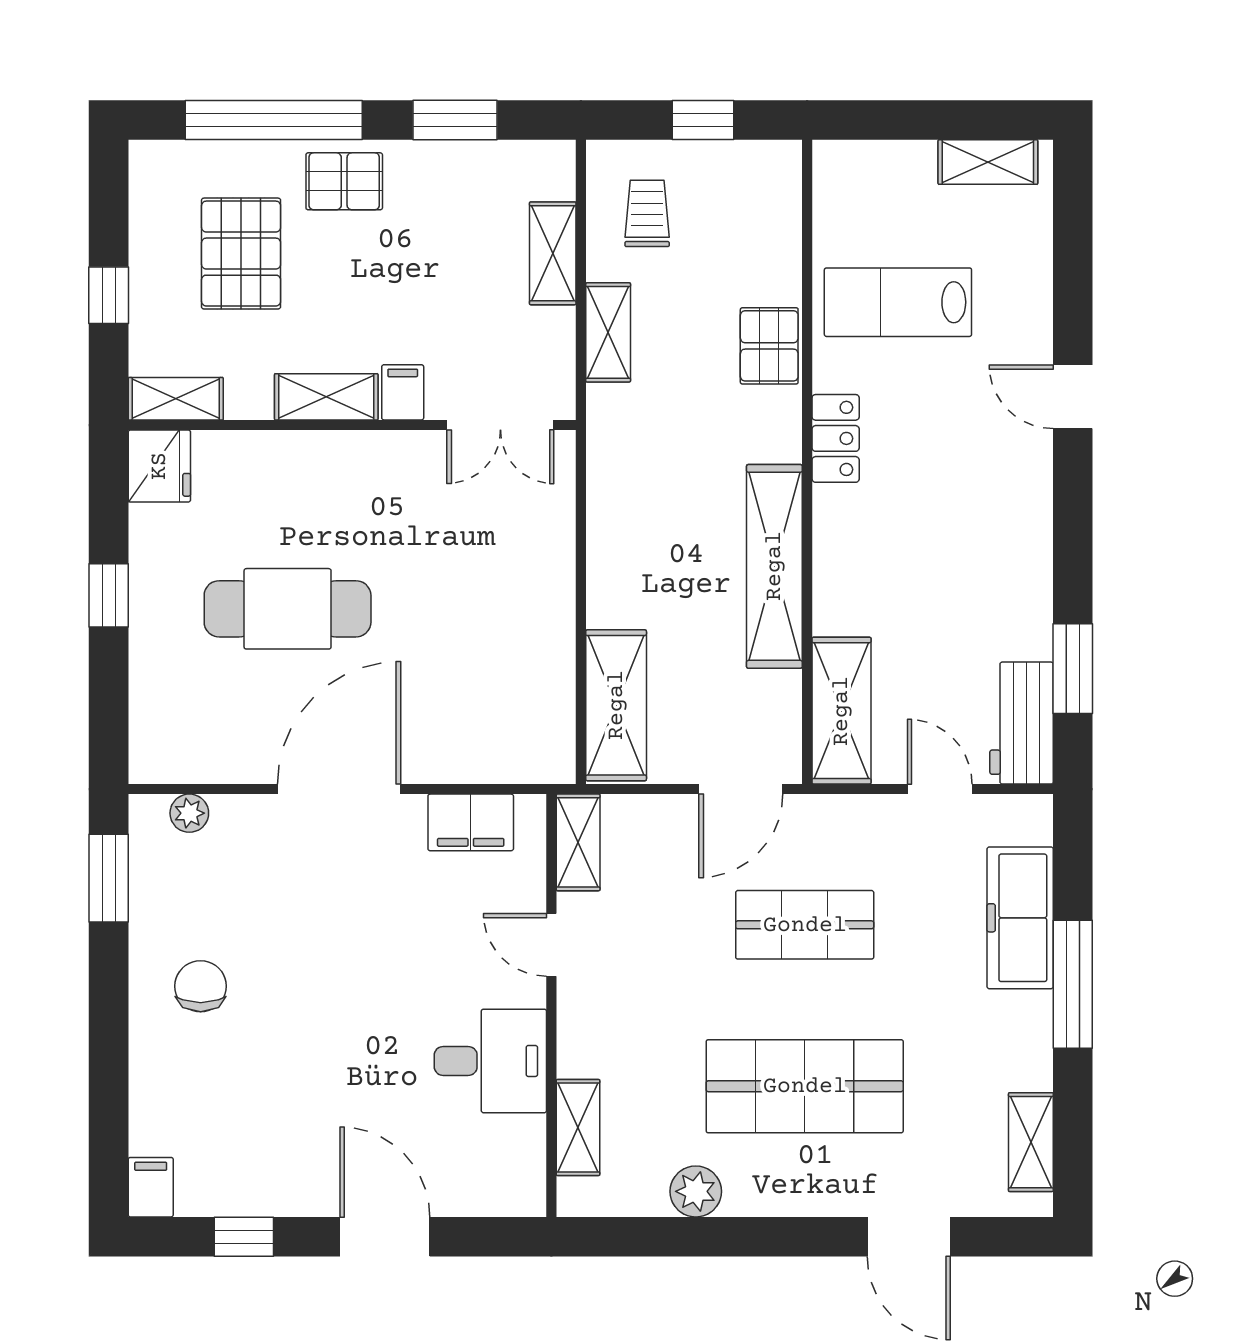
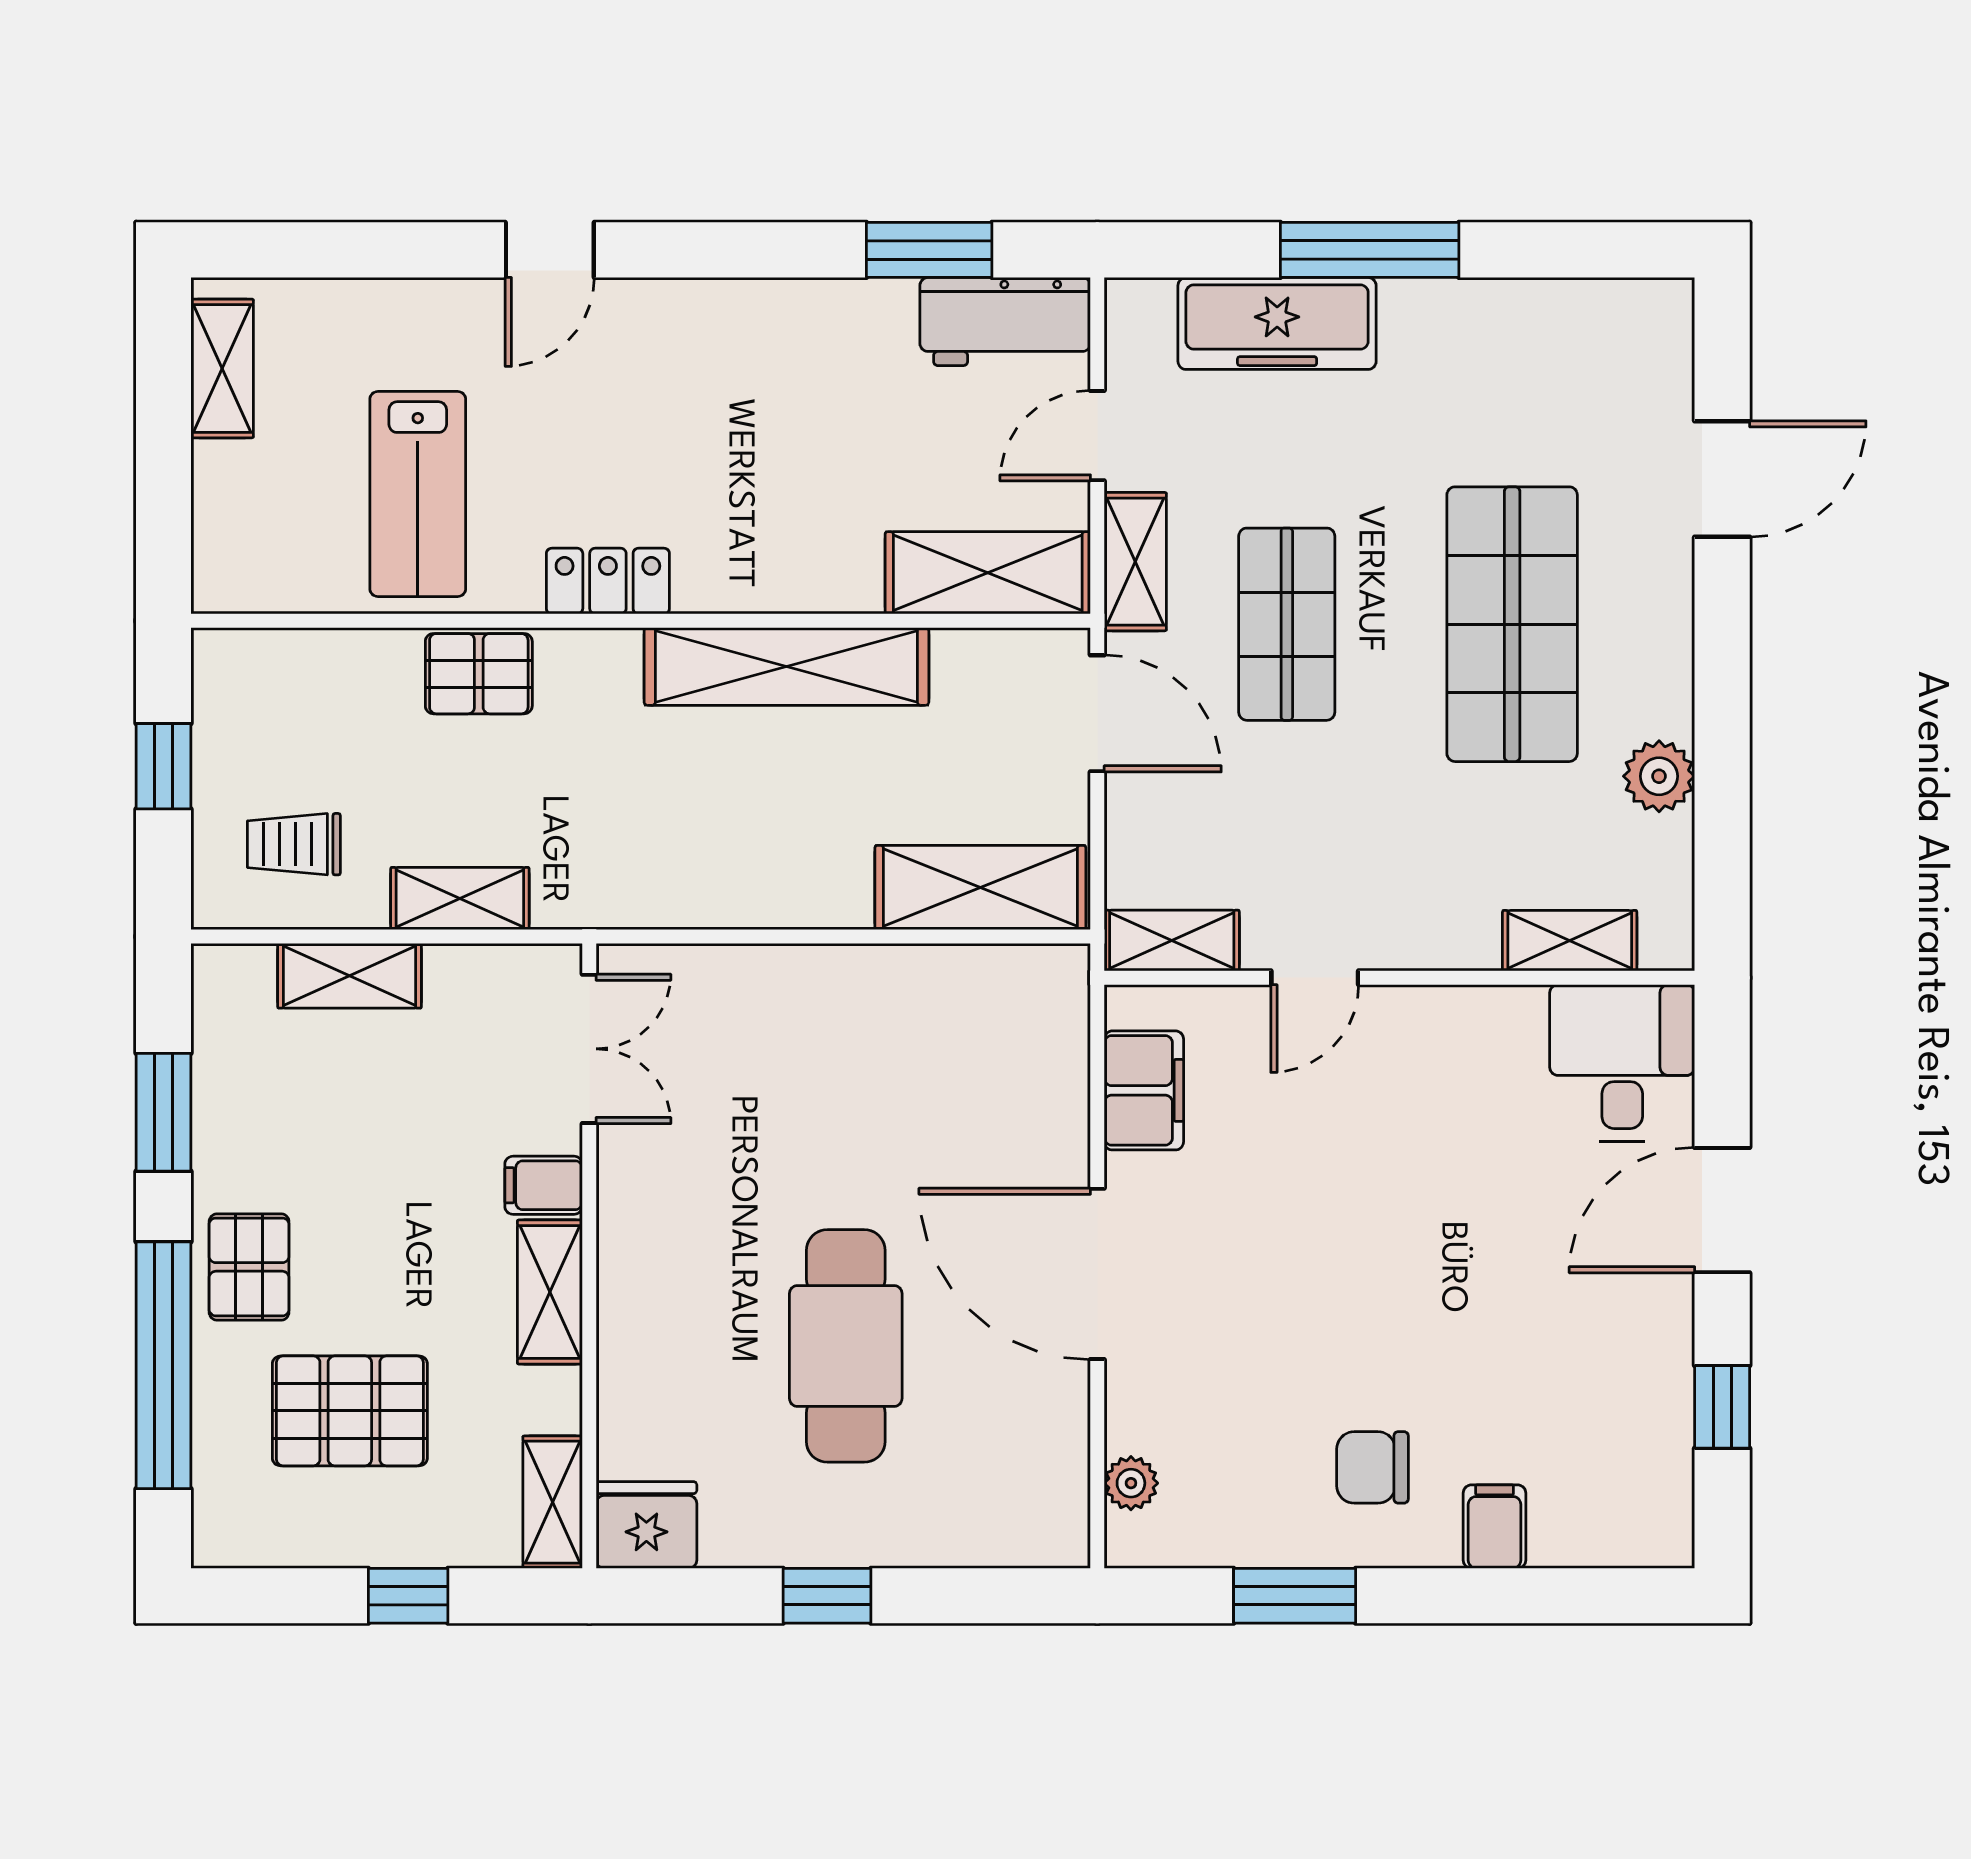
window: (109, 878) -> (1295, 1596), moved
desk: (490, 1061) -> (1622, 1063), moved
shelving: (1031, 1142) -> (1135, 562), moved, turned 90
filing cabinet: (151, 1187) -> (1495, 1527), moved, turned 90

